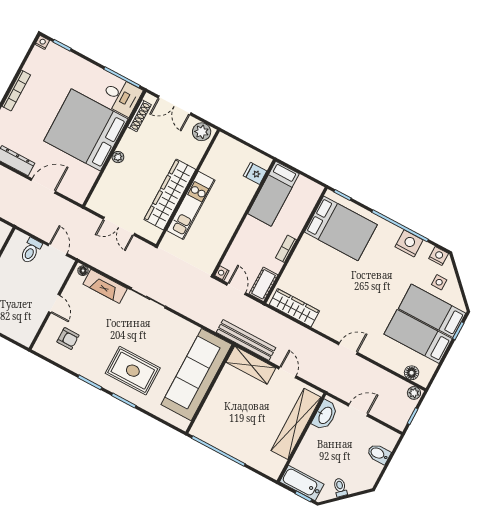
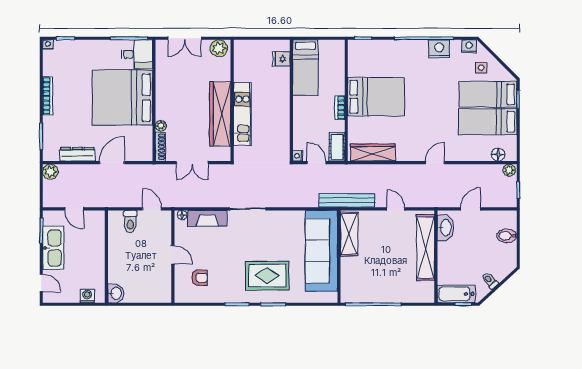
shoe rack: (139, 116) -> (160, 147), moved
plant: (118, 157) -> (161, 126), moved
bed: (341, 228) -> (376, 97), moved
shelving: (251, 365) -> (349, 234), moved, turned 90

